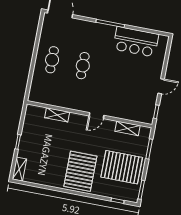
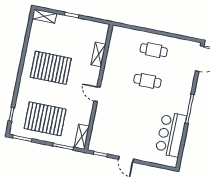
shelving: (128, 128) -> (82, 137), moved
pallet: (122, 167) -> (45, 119), turned 90
pallet: (80, 171) -> (51, 68), moved

